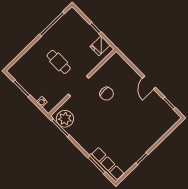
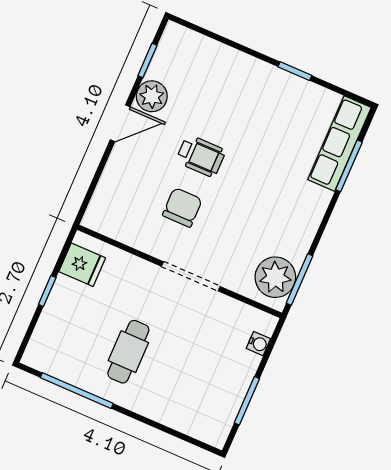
cafe table: (59, 62) -> (128, 352), moved
plant: (155, 99) -> (152, 96), added
wheelchair: (124, 109) -> (201, 156), added

